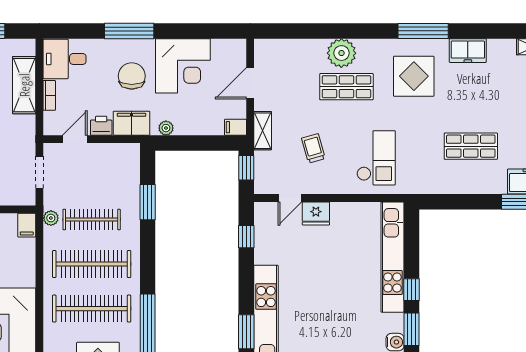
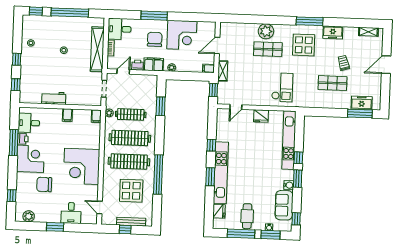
shelving: (24, 85) -> (97, 49), width x1.47
trolley: (313, 148) -> (344, 63), moved
fridge: (316, 213) -> (261, 116), moved
window: (246, 237) -> (211, 145), moved

